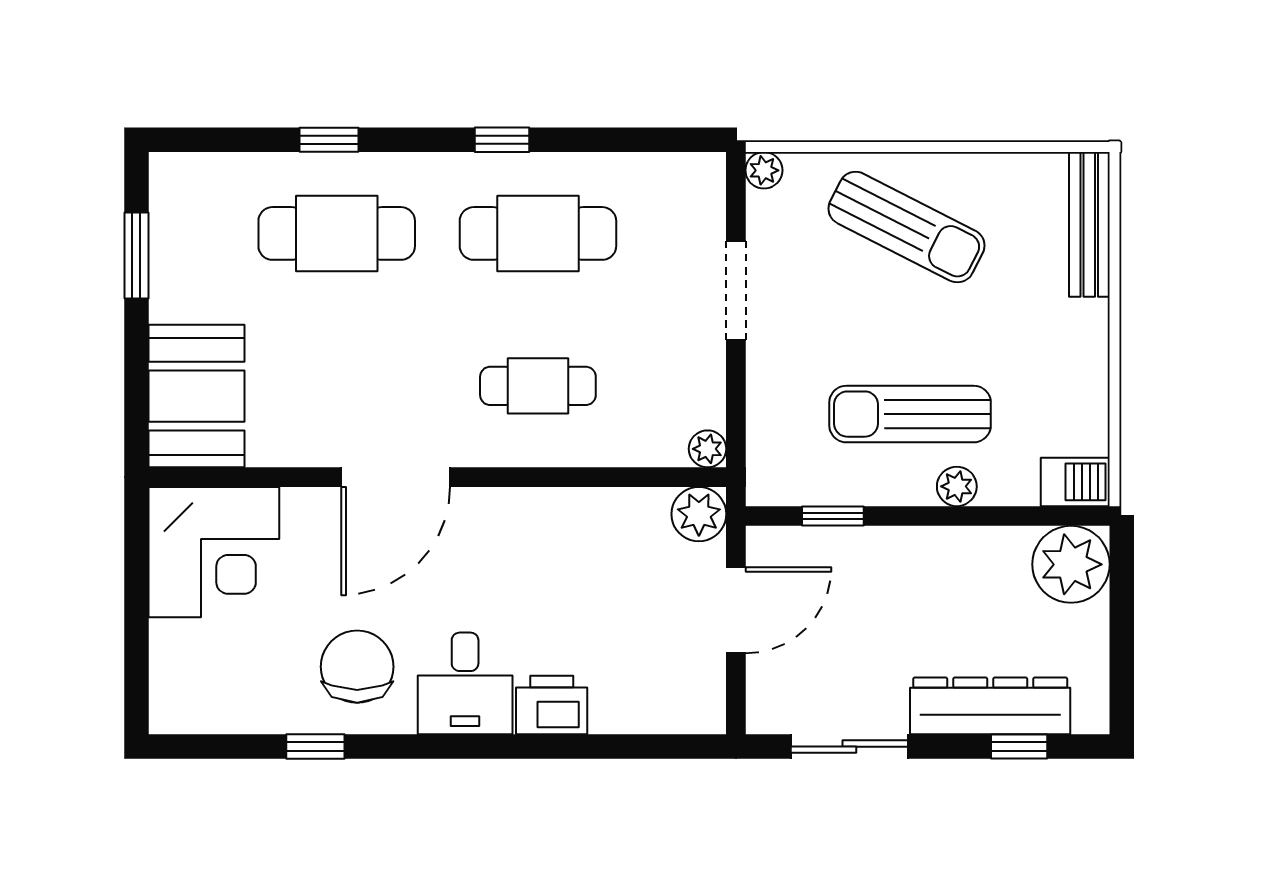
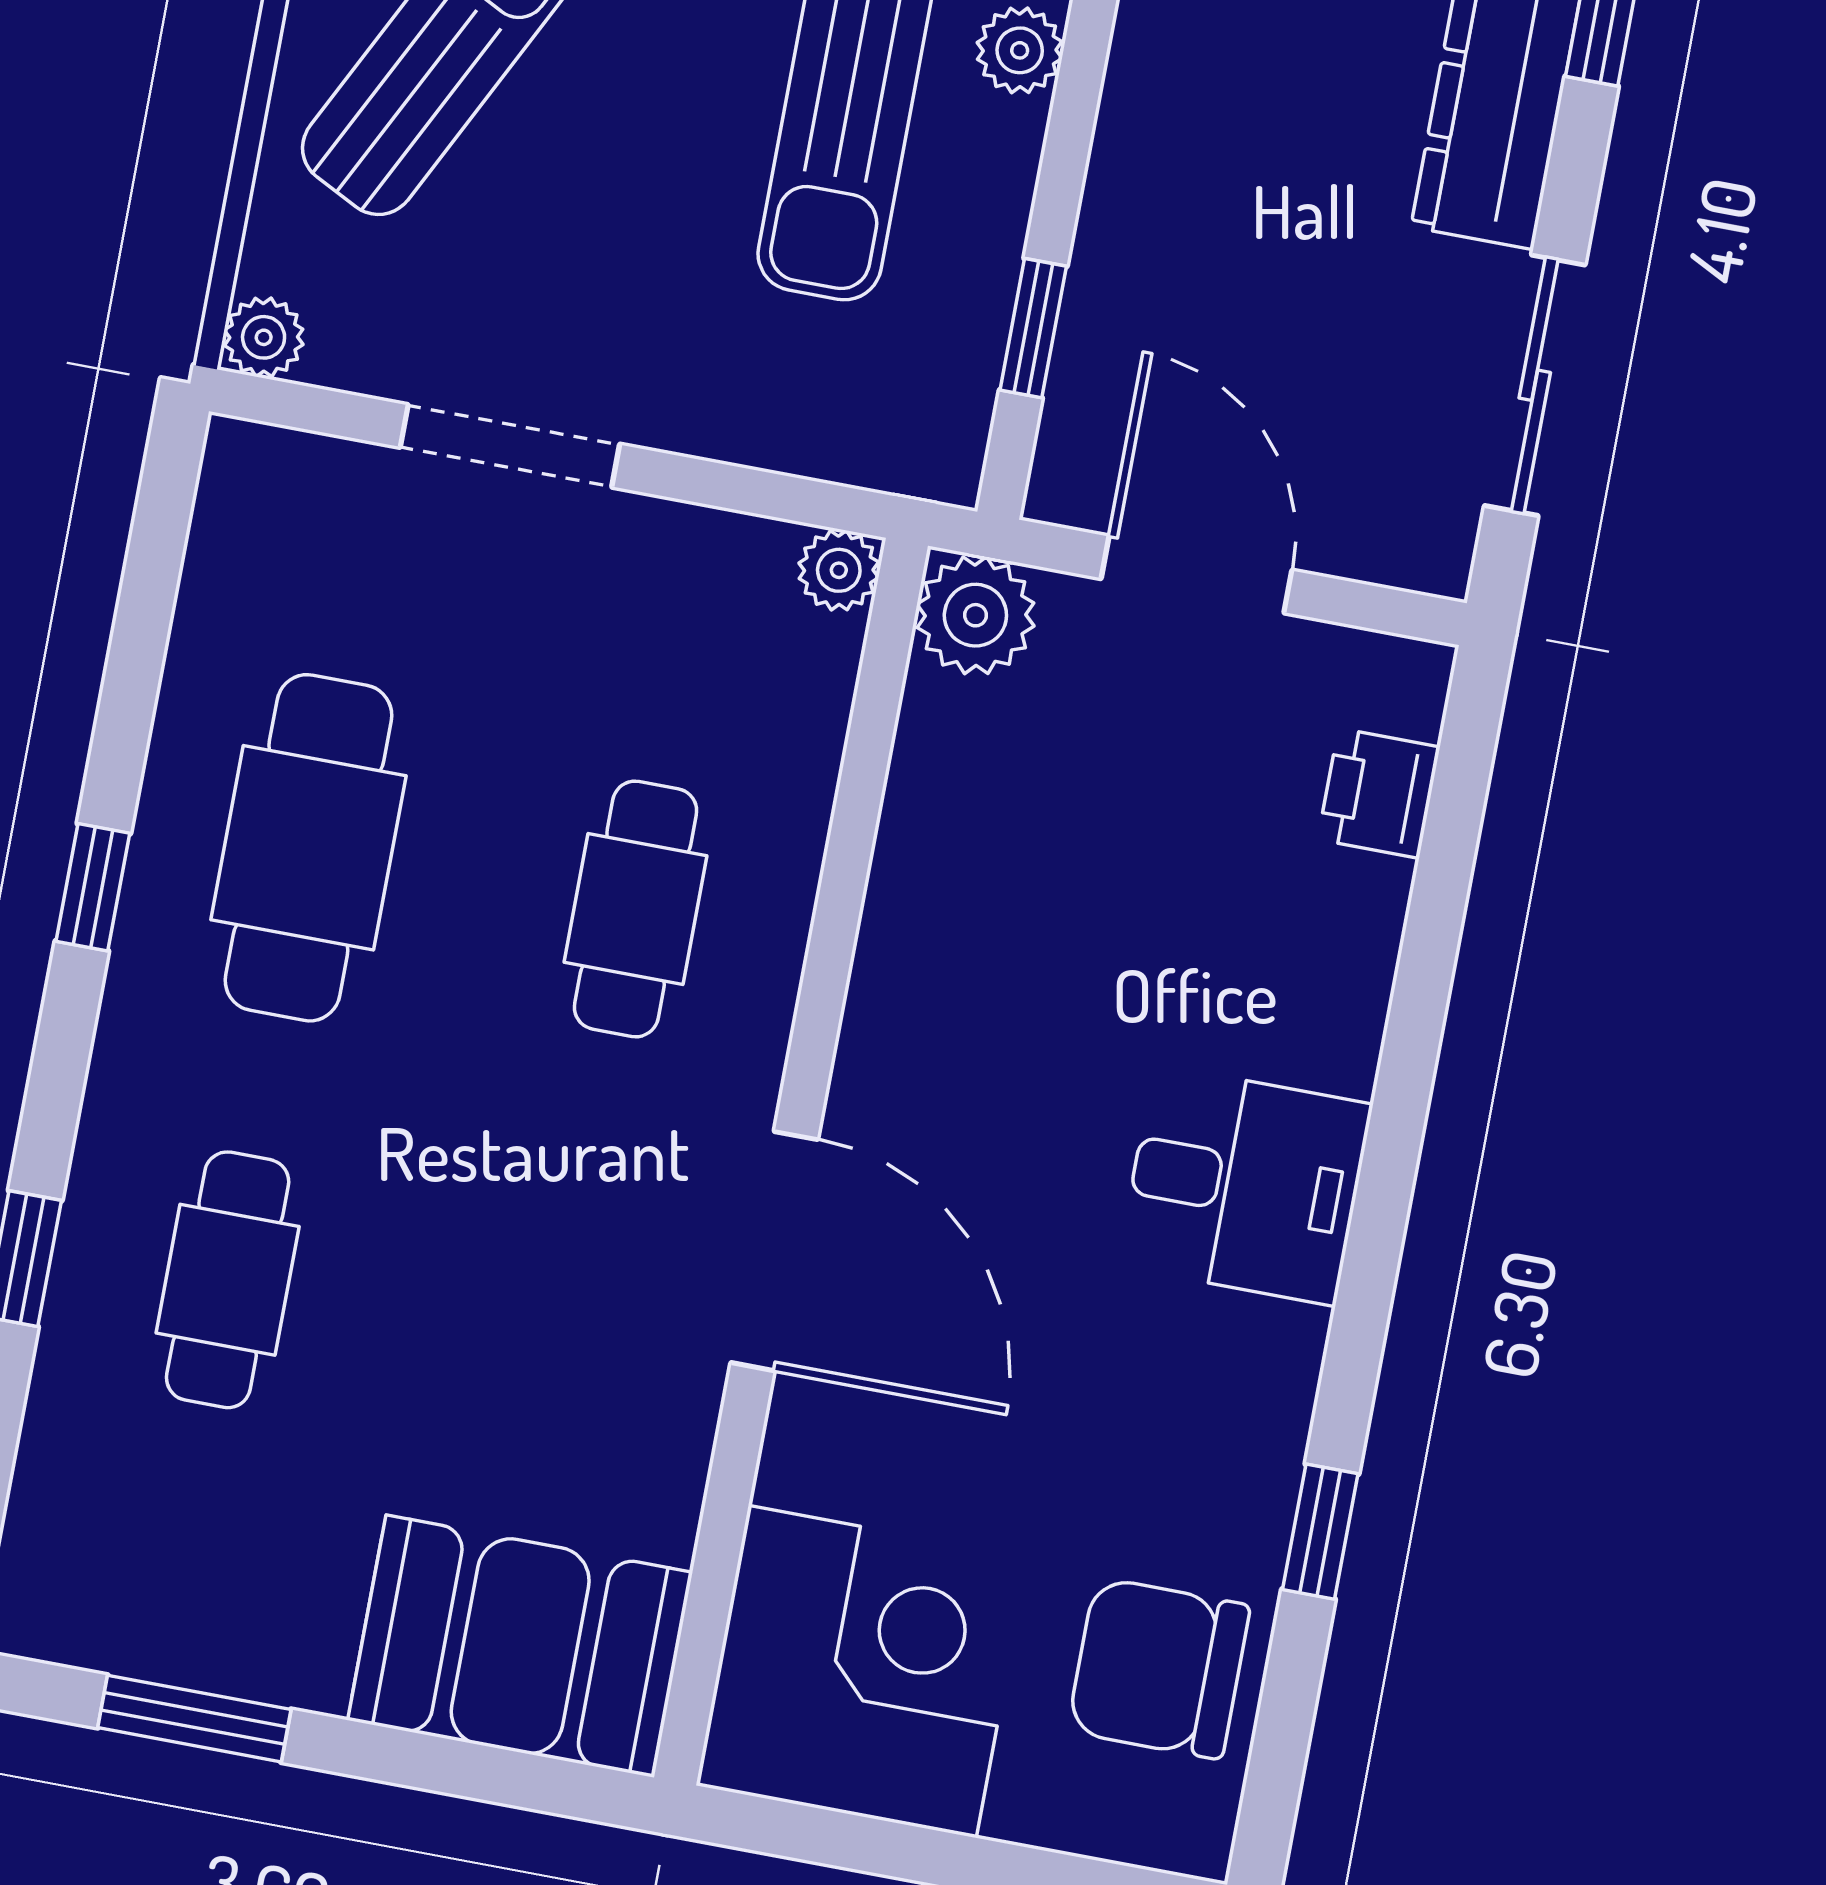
cafe table: (337, 233) -> (228, 1280), width x0.73, depth x0.74
chair: (357, 667) -> (1159, 1668), moved
printer: (552, 705) -> (1379, 793), moved, width x0.73, depth x0.81

